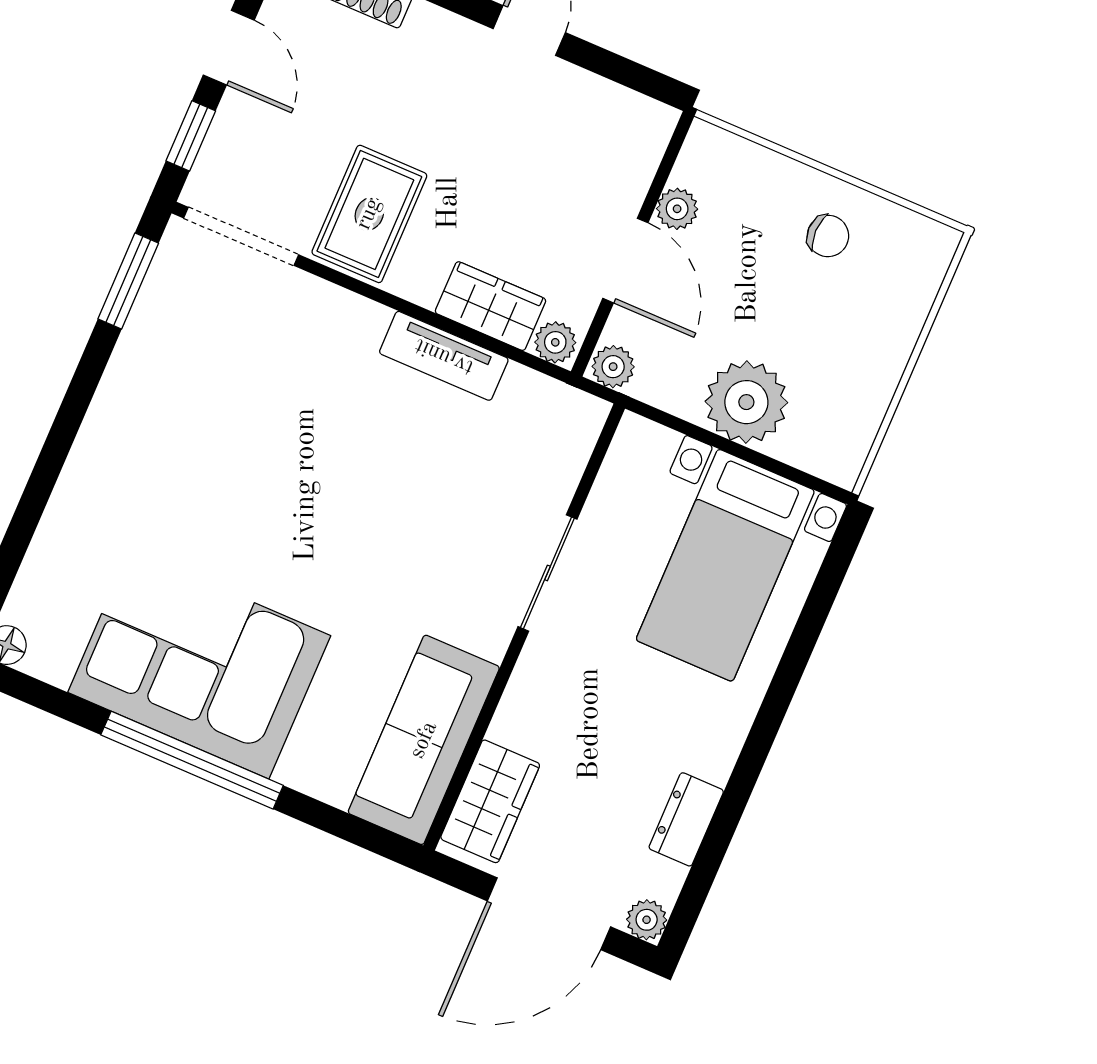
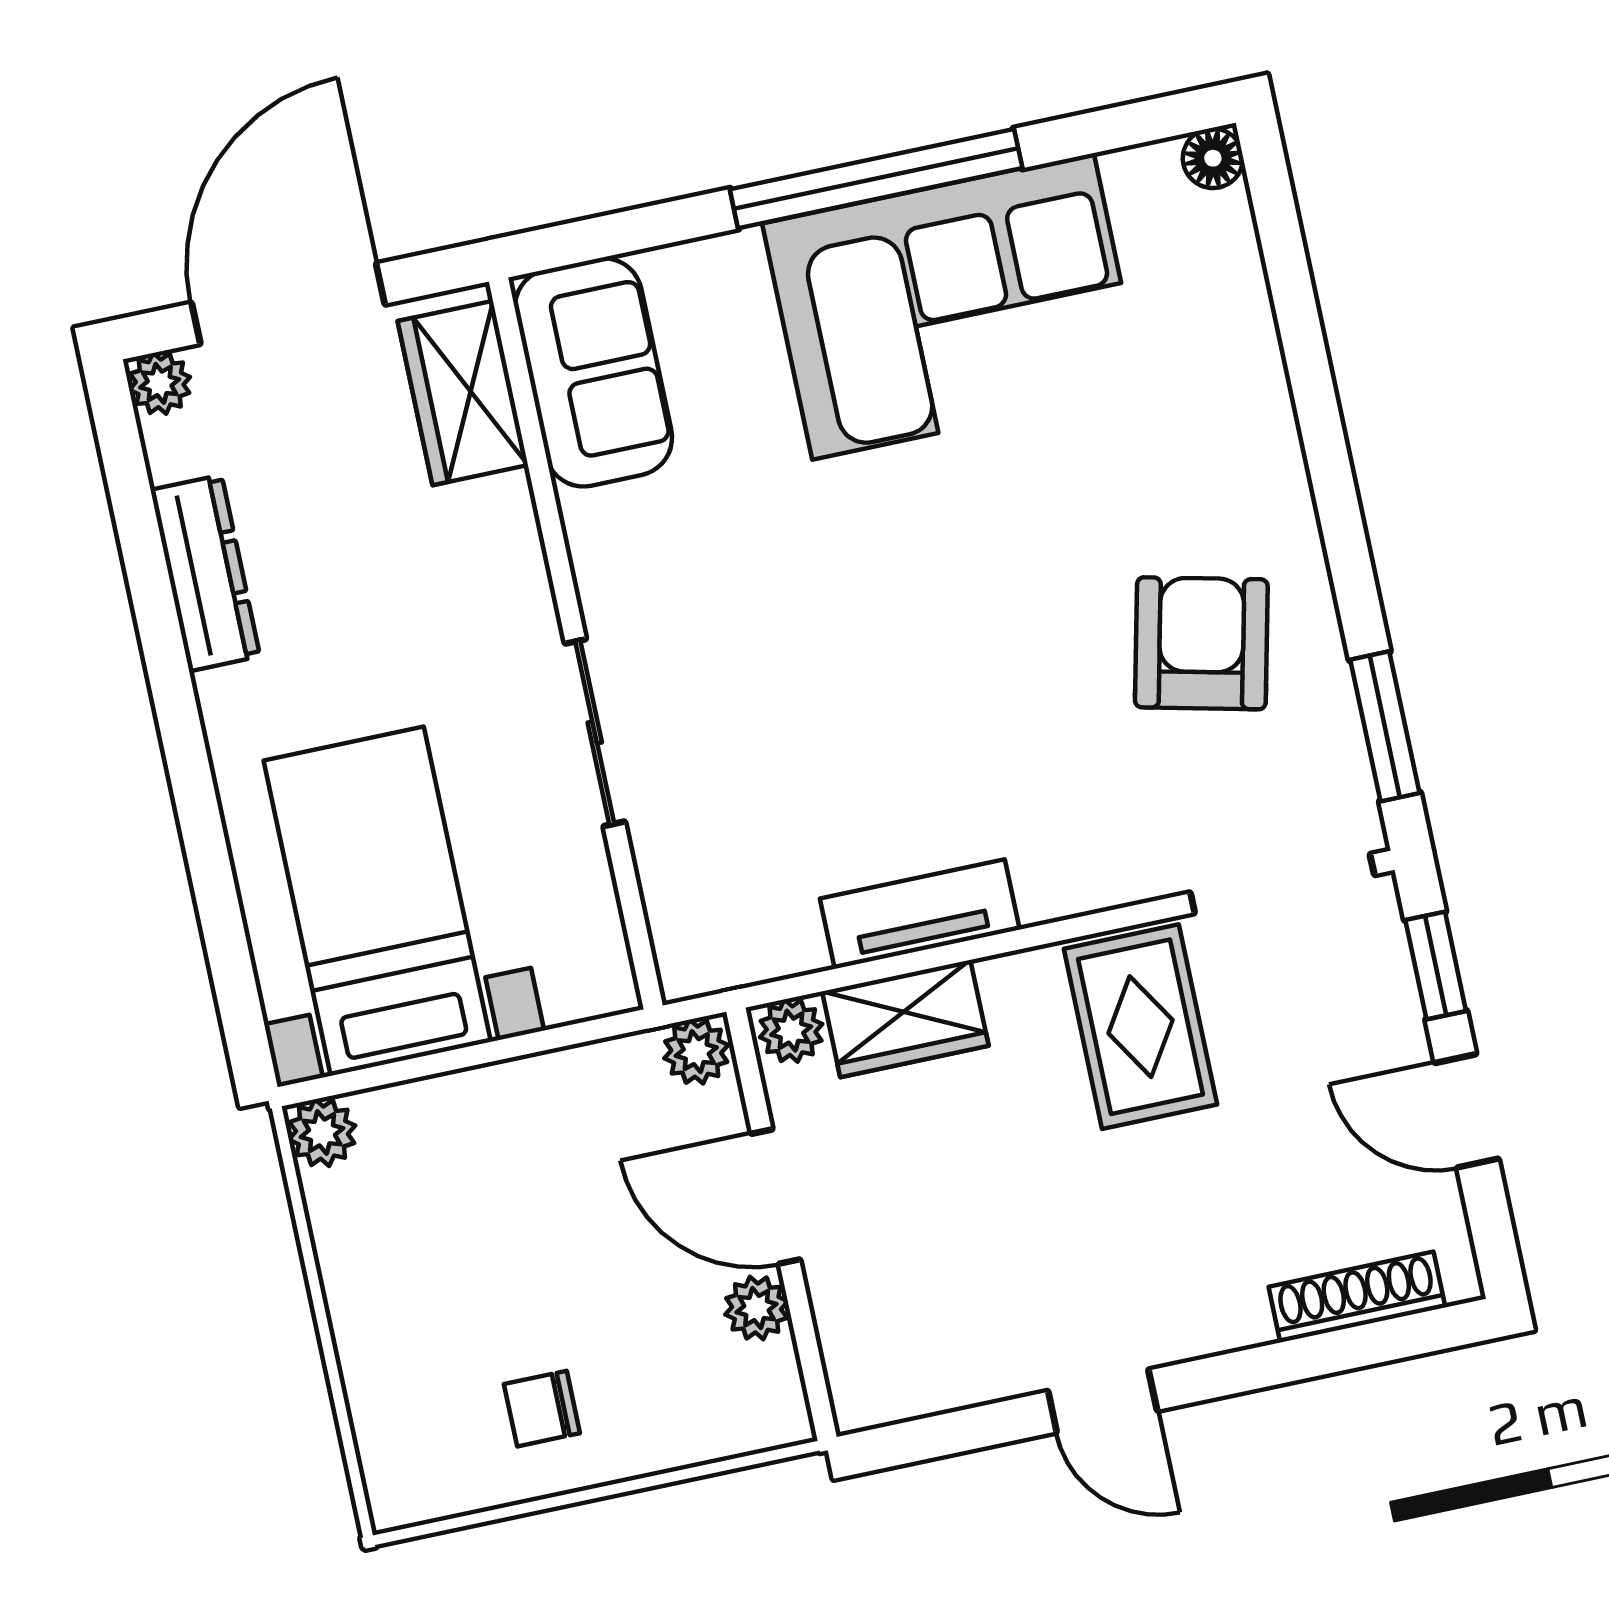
armchair: (194, 393) -> (1201, 643), added
plant: (746, 402) -> (322, 1133), moved, width x0.53, depth x0.53
sofa: (424, 740) -> (593, 372), width x0.73
dresser: (686, 819) -> (205, 573), width x1.44

